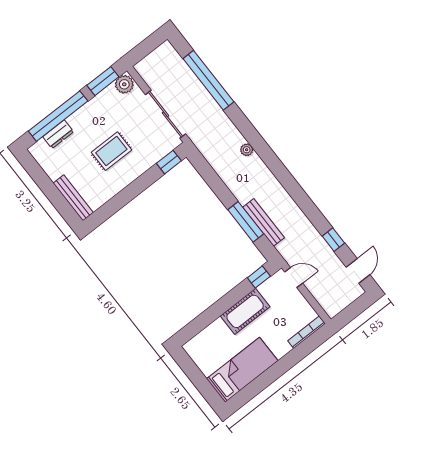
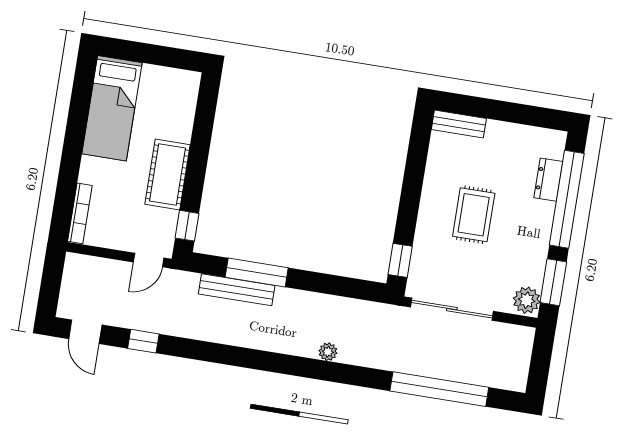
bench: (73, 198) -> (459, 124), width x0.73

